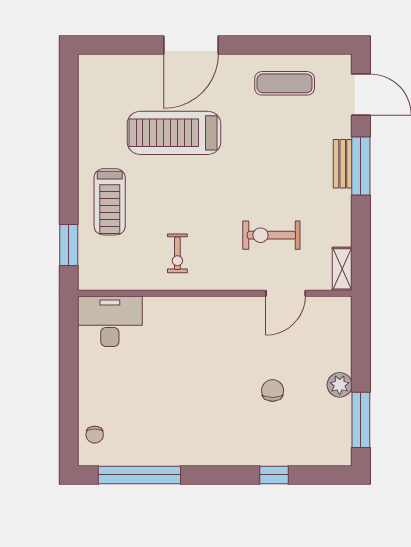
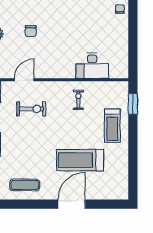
treadmill: (174, 133) -> (80, 160), turned 180
treadmill: (110, 202) -> (112, 126), turned 180
desk: (110, 321) -> (92, 66), moved

